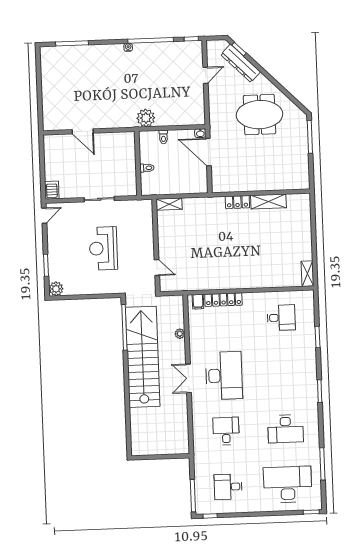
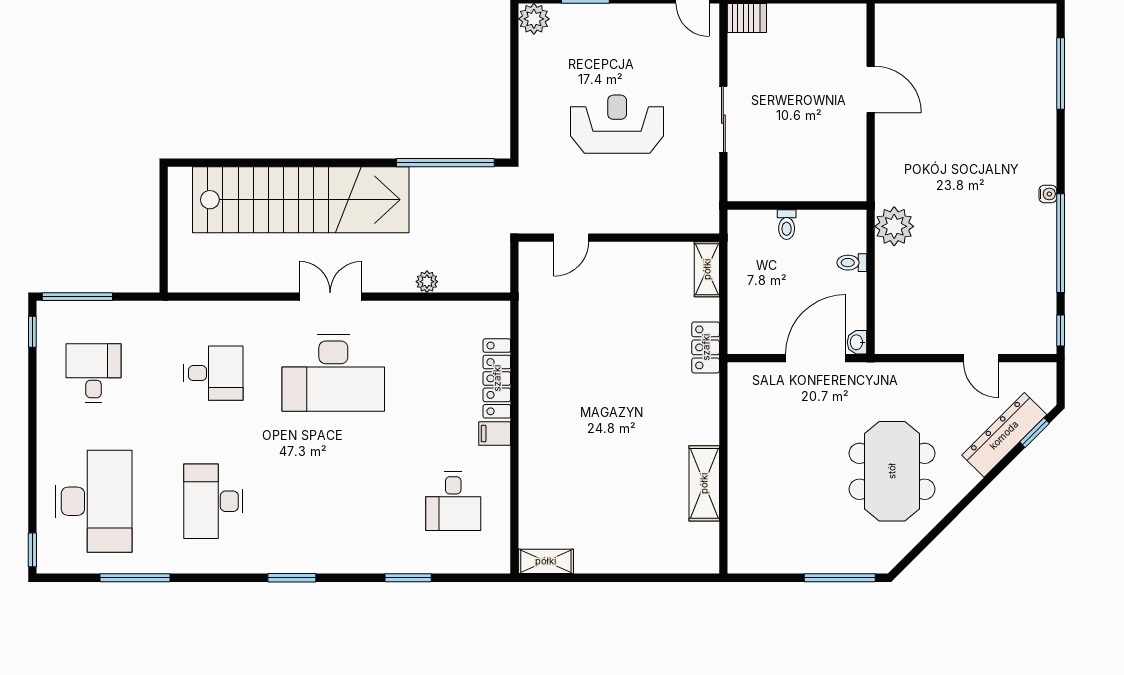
door: (83, 131) -> (871, 89), swing flipped
locker: (237, 202) -> (706, 347), moved
filing cabinet: (198, 302) -> (495, 434), moved
stairs: (143, 357) -> (301, 200), moved

